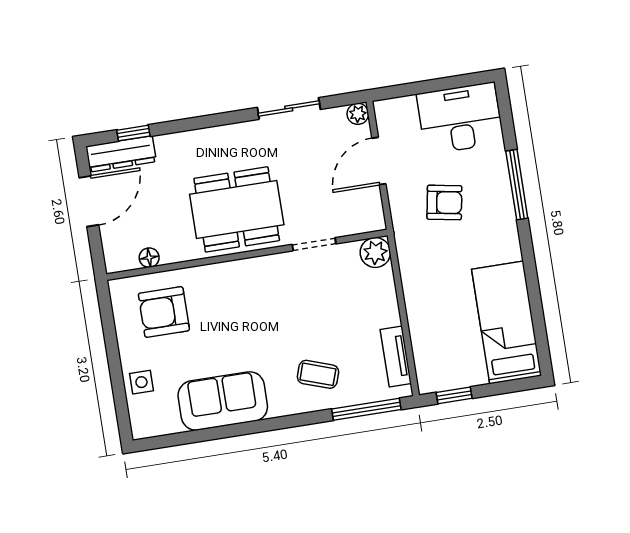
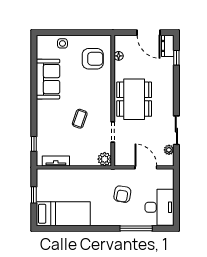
plant: (358, 114) -> (169, 150), moved
dresser: (121, 154) -> (168, 46), width x0.70
window: (517, 185) -> (136, 228), moved
armchair: (164, 312) -> (93, 59), turned 90
coffee table: (318, 374) -> (80, 119), moved
window: (454, 395) -> (34, 195), moved
window: (366, 409) -> (34, 144), width x0.46

